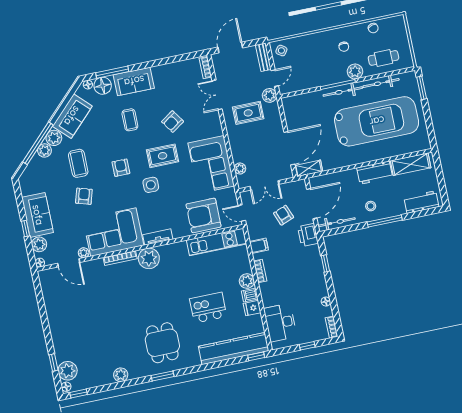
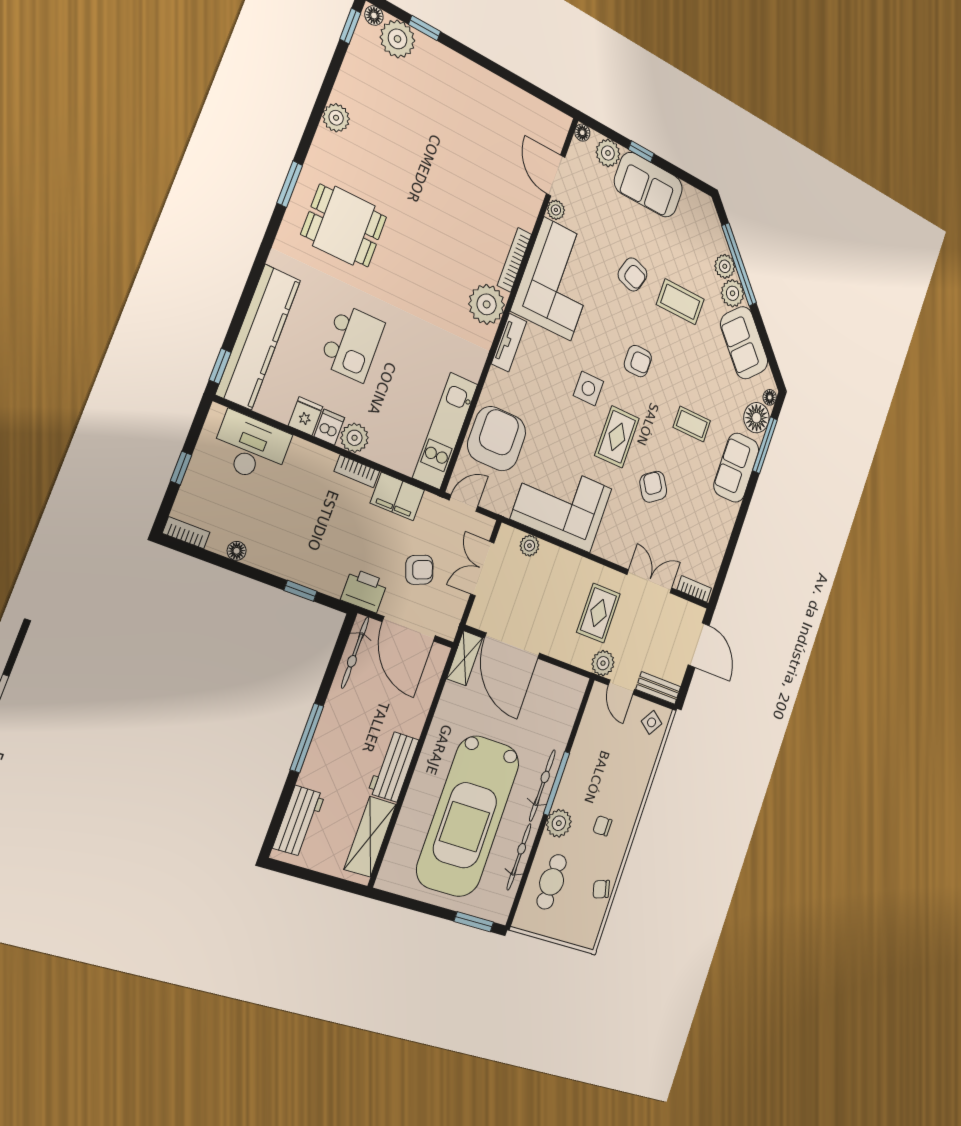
stool: (371, 206) -> (345, 728), removed
filing cabinet: (259, 246) -> (397, 496), width x2.00
door: (69, 263) -> (556, 175), hinge flipped

